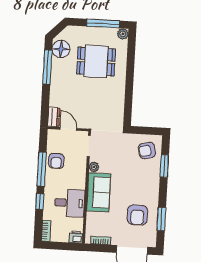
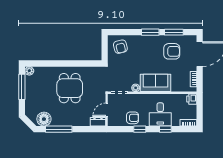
dining table: (96, 61) -> (70, 88), moved
window: (164, 166) -> (150, 32), moved
window: (42, 169) -> (140, 129), width x0.46
desk: (70, 203) -> (160, 114), moved, turned 180

